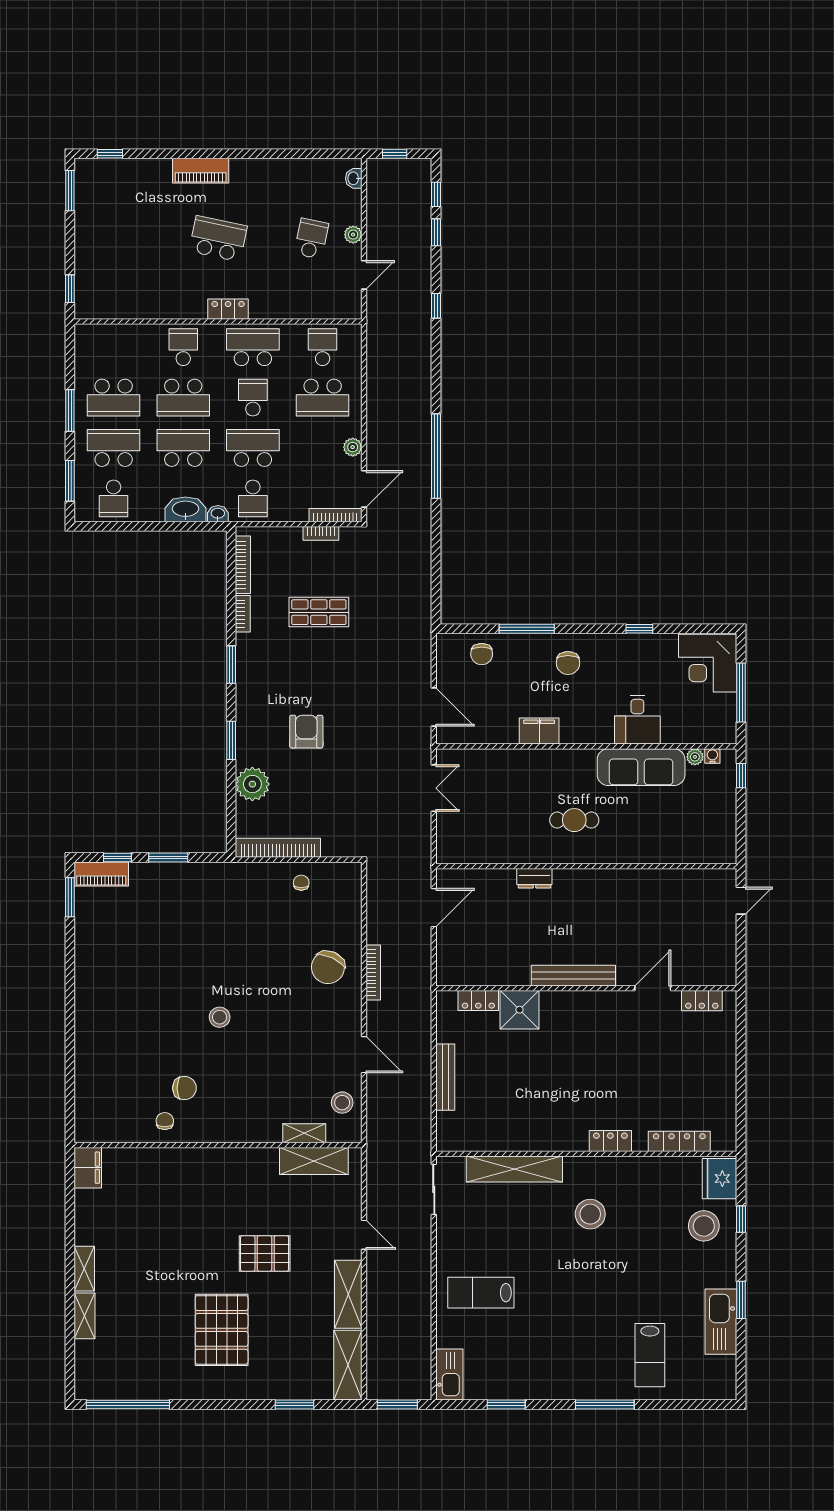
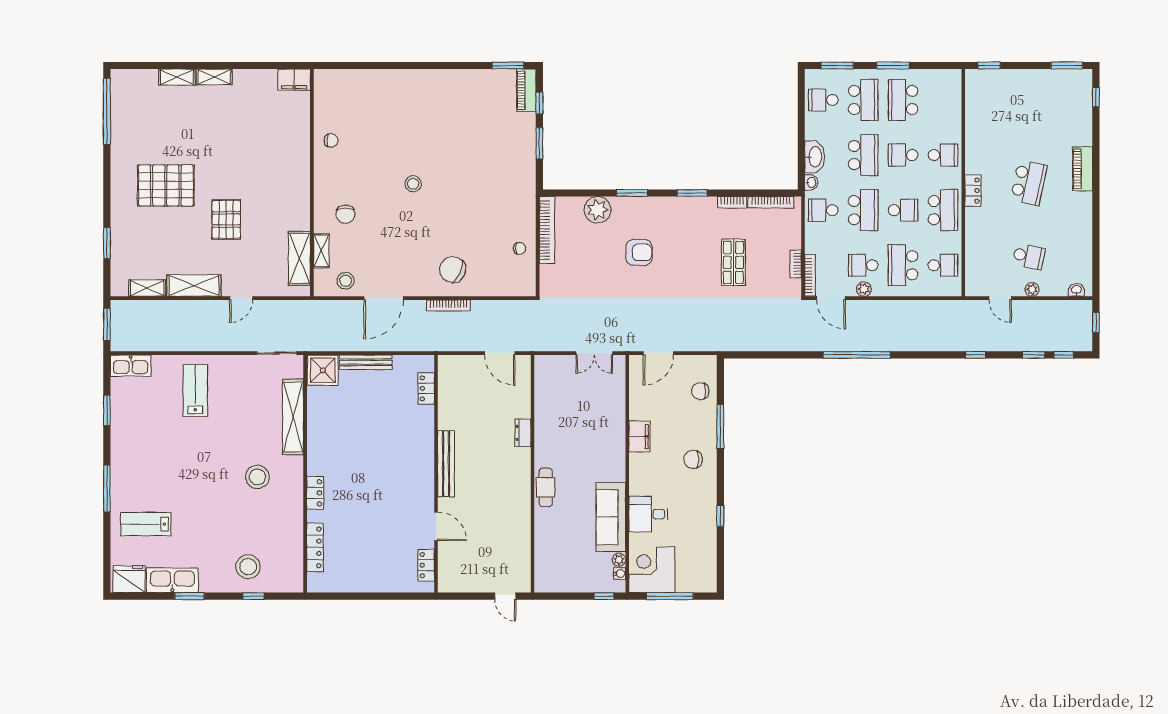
school desk: (183, 398) -> (903, 155), width x0.54
school desk: (323, 448) -> (863, 265), added
corner desk: (708, 663) -> (652, 570), moved
cafe table: (574, 820) -> (546, 487), moved
shower: (519, 1010) -> (323, 370), moved
door: (364, 1055) -> (384, 298), width x1.36
chair: (184, 1088) -> (345, 214), moved
fridge: (720, 1179) -> (129, 579), moved
shelving: (348, 1365) -> (147, 288), width x0.67, depth x0.75

